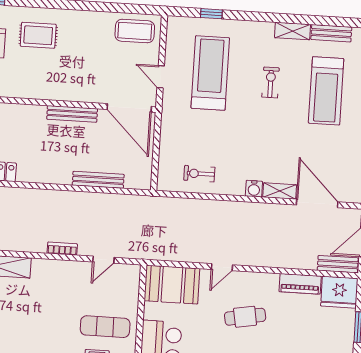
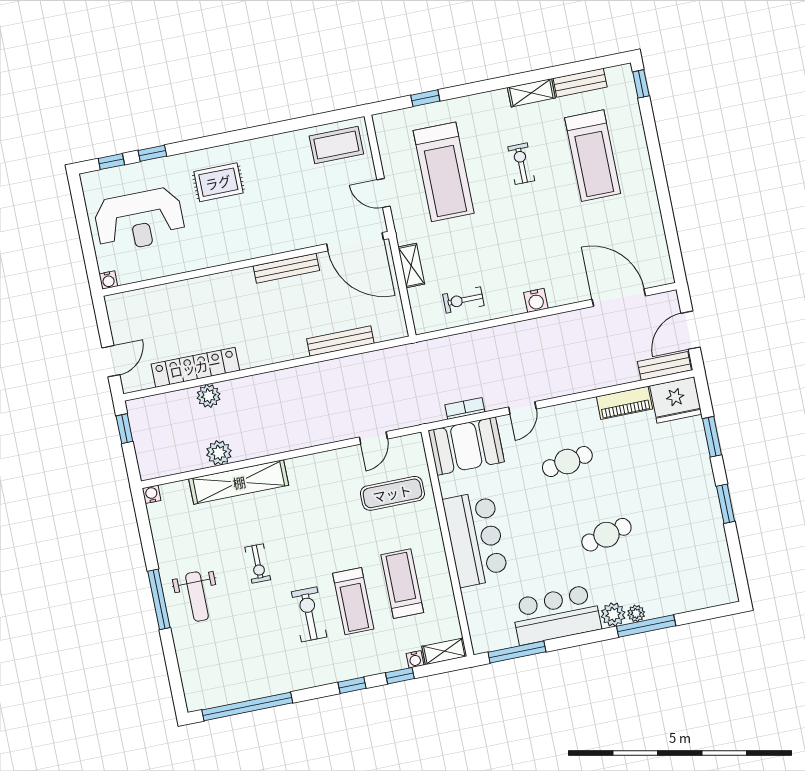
treadmill: (210, 73) -> (444, 172), turned 180
shelving: (280, 191) -> (411, 266), moved, turned 90
bookcase: (62, 249) -> (465, 408), moved
exercise mat: (105, 327) -> (392, 493), moved

